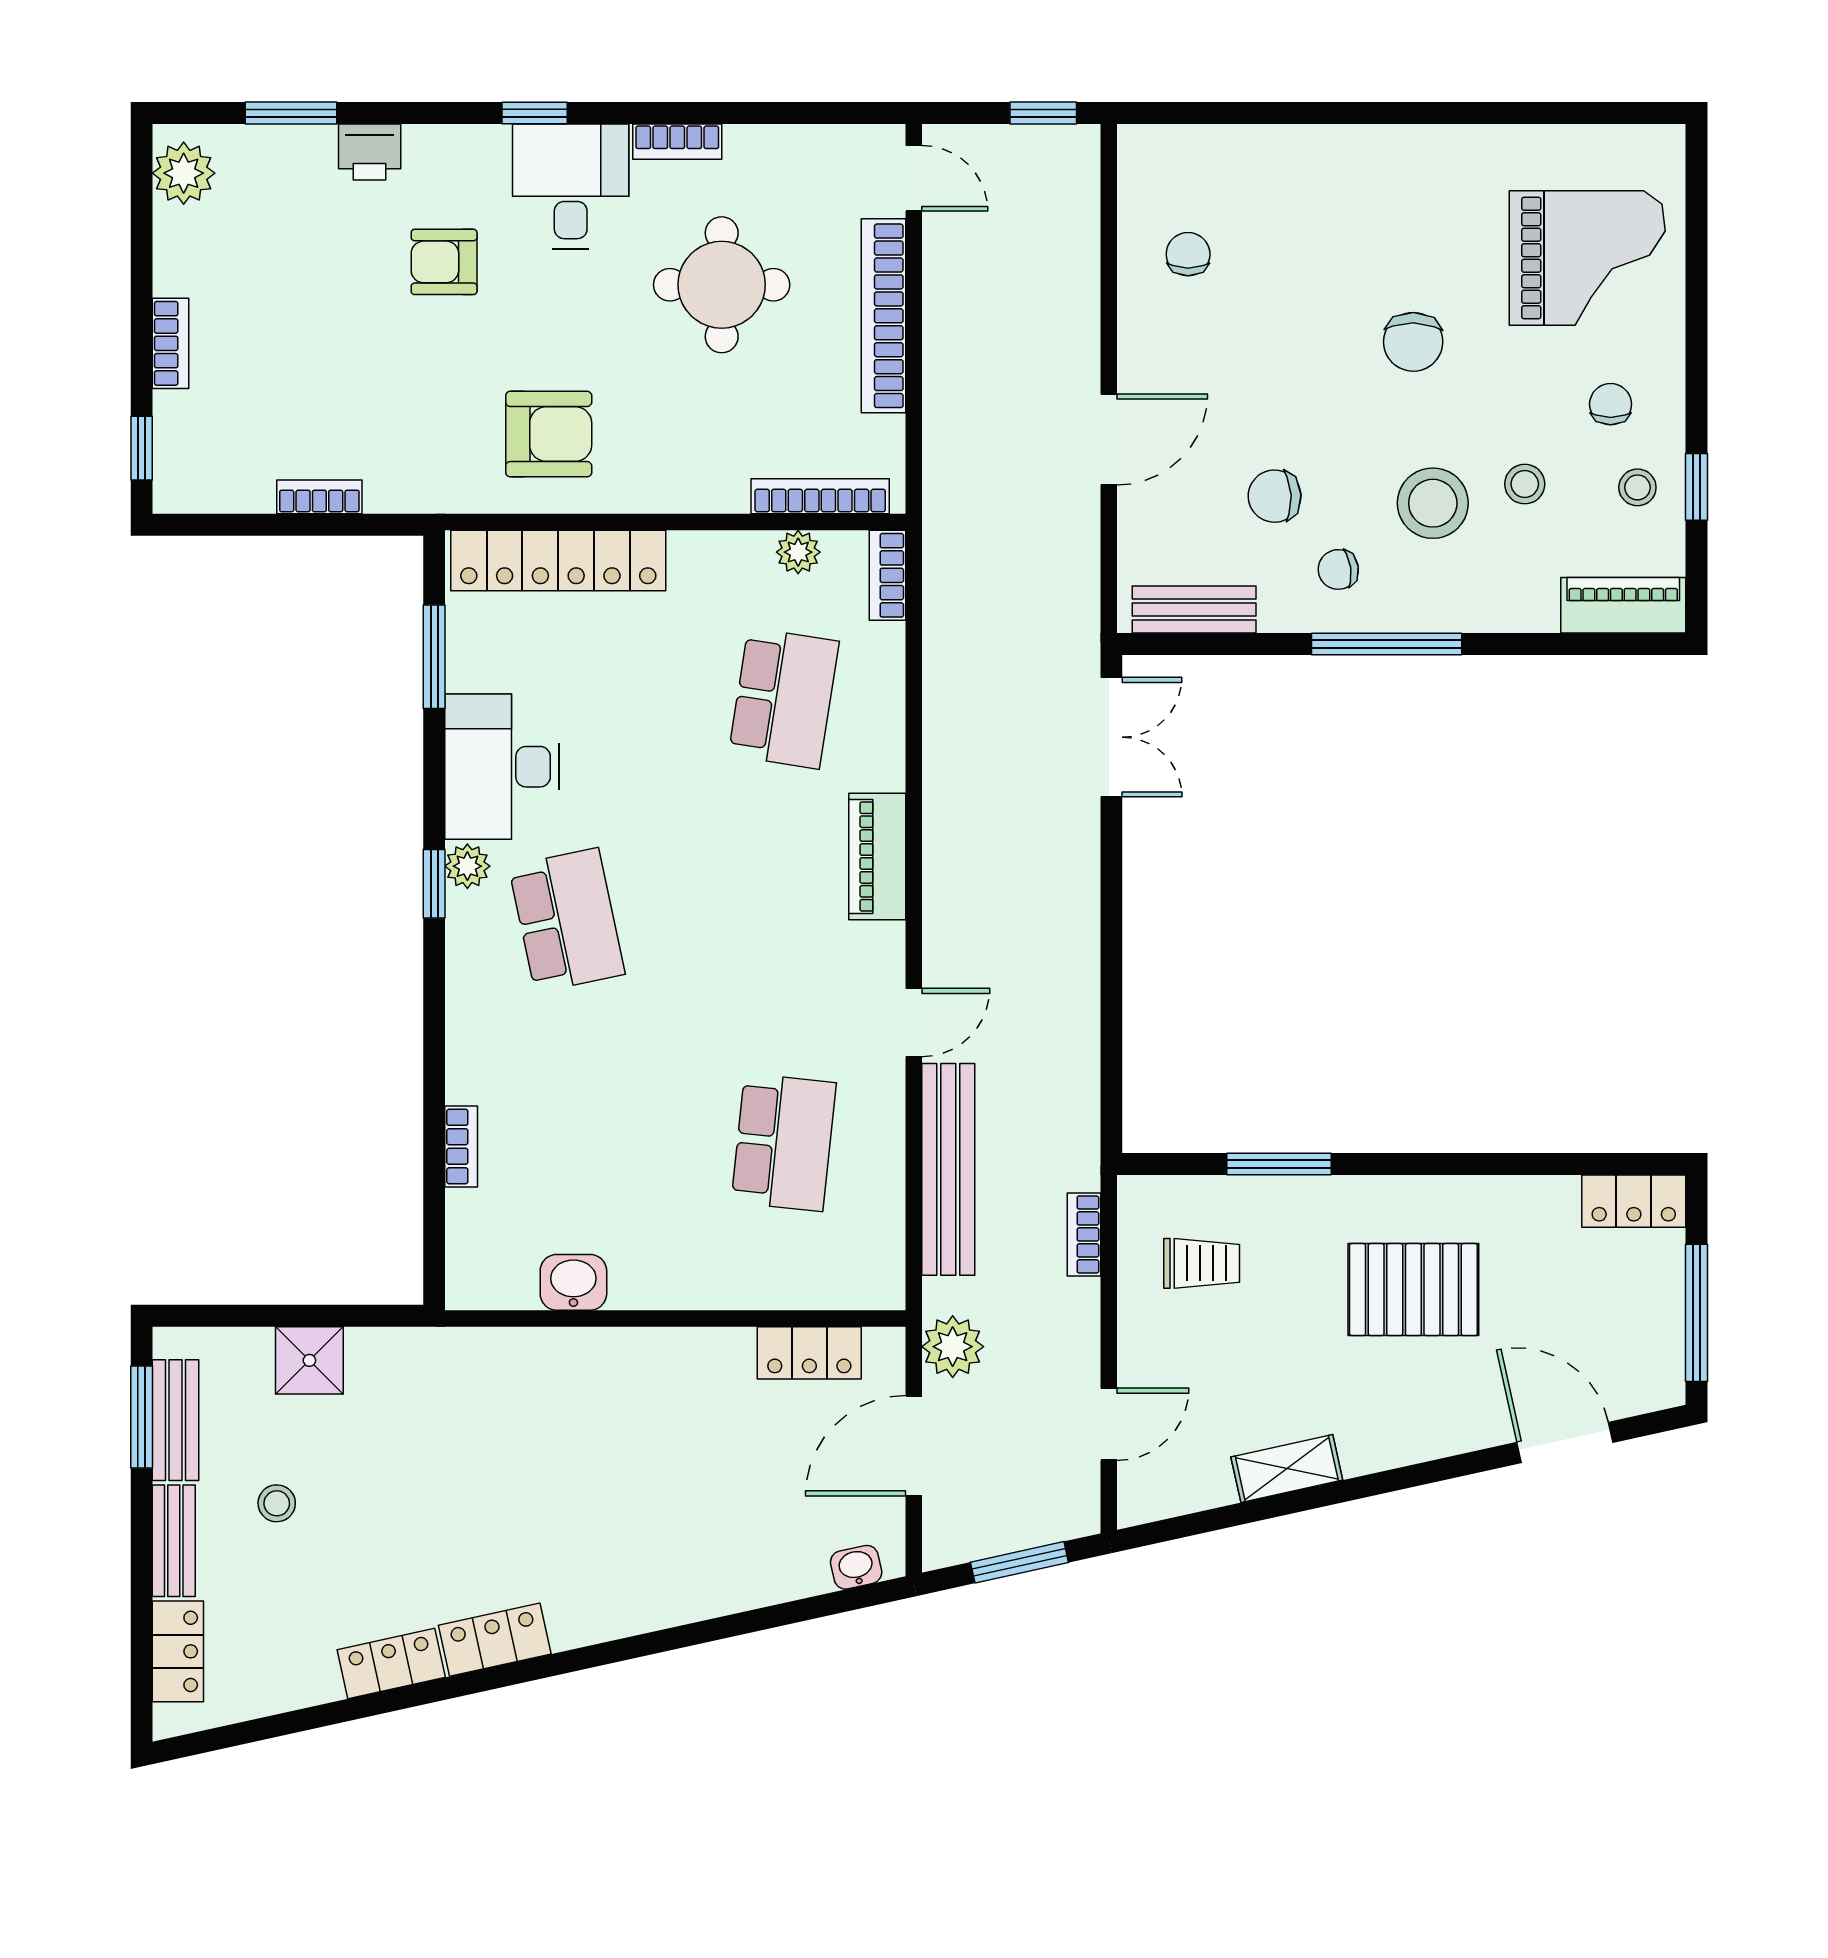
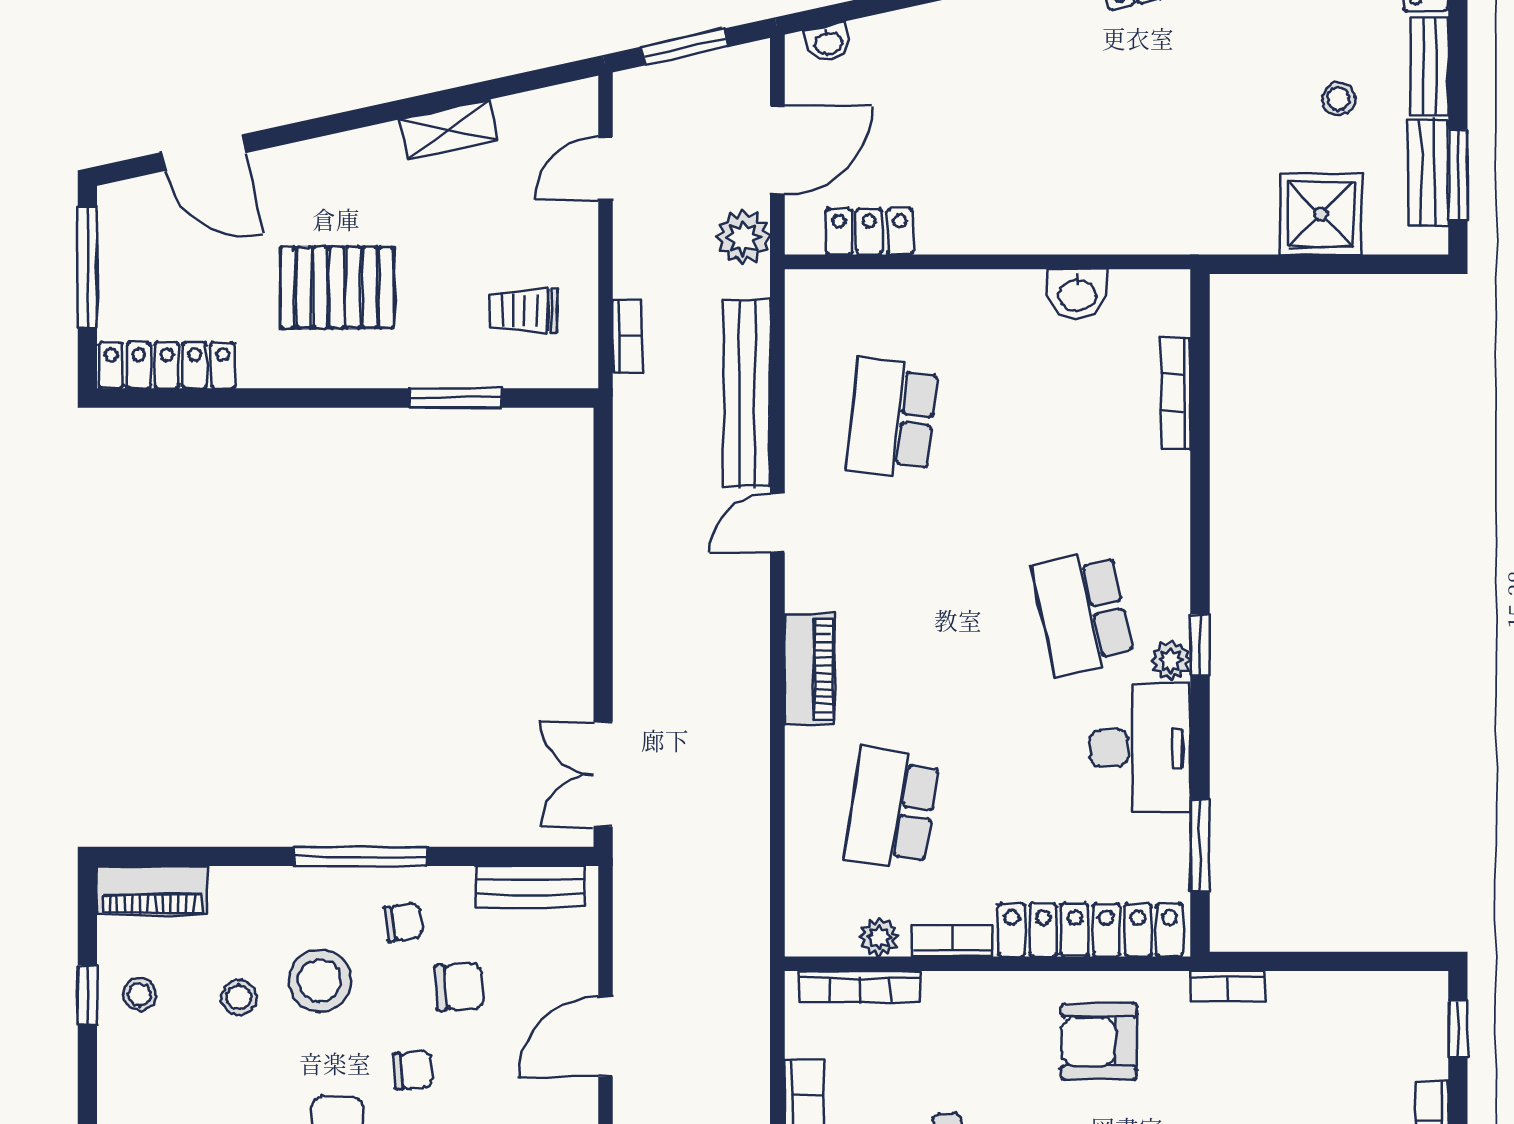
chair: (1611, 404) -> (413, 1070), moved, turned -94
bookcase: (319, 497) -> (1228, 986), moved
bookcase: (887, 575) -> (952, 941), moved, turned -90
bookcase: (461, 1147) -> (1176, 393), width x1.56
locker: (1634, 1201) -> (167, 365), width x1.53
shower: (309, 1360) -> (1321, 214), width x1.36, depth x1.36

